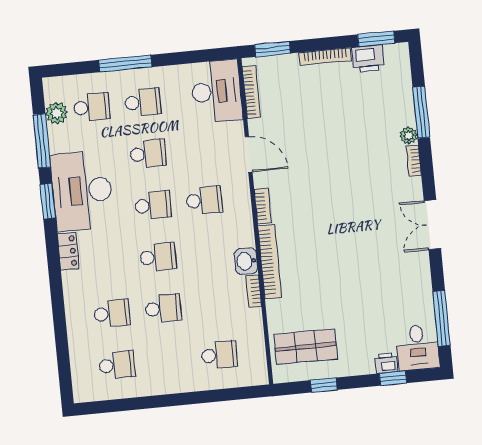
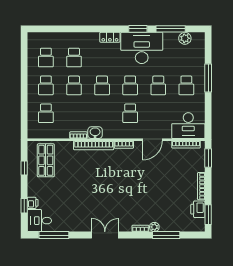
school desk: (92, 107) -> (46, 85), moved

